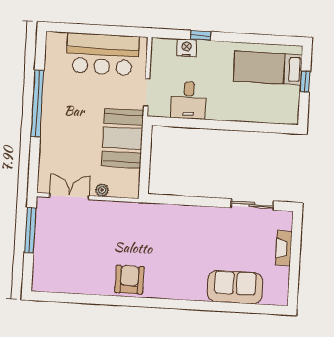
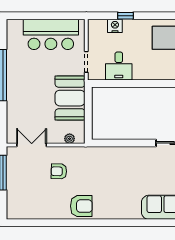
plant: (102, 190) -> (70, 139), moved
armchair: (103, 233) -> (59, 171), added
armchair: (129, 280) -> (81, 206), turned 90

